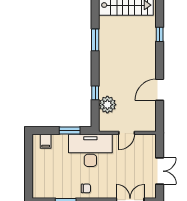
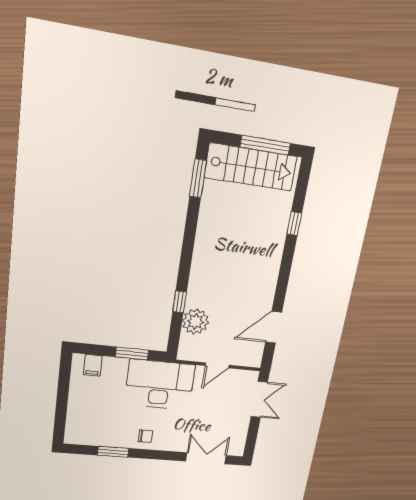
window: (95, 40) -> (198, 178), moved
door: (160, 90) -> (274, 327), moved
double door: (160, 171) -> (259, 400), moved

